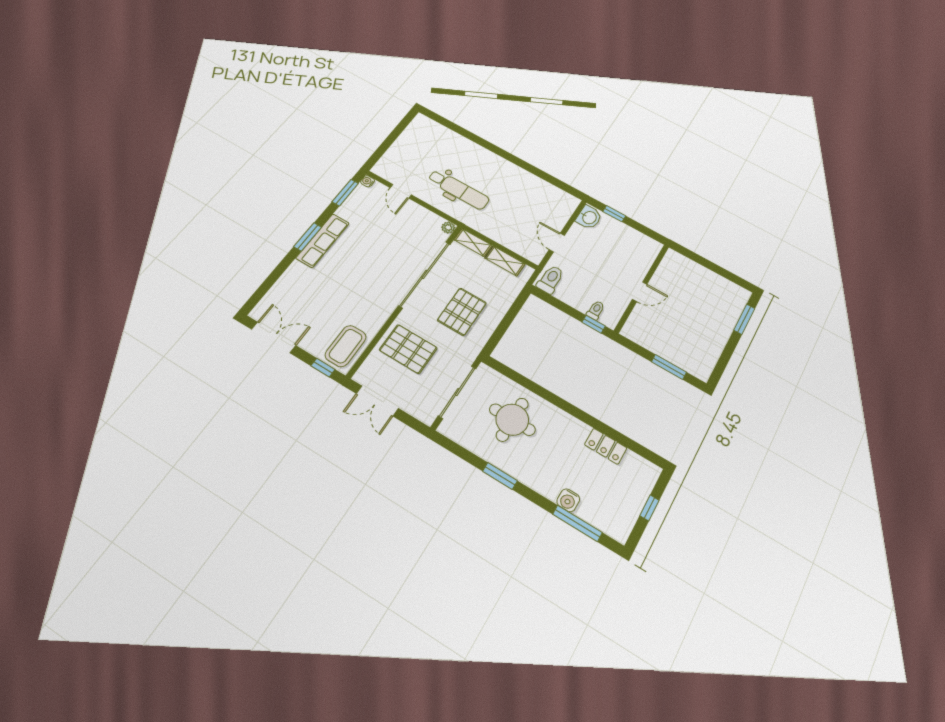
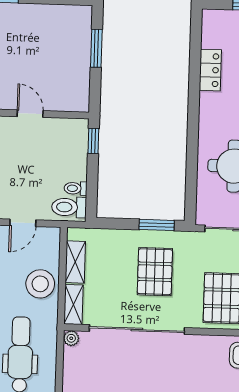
stool: (503, 229) -> (40, 284), added
toilet: (596, 310) -> (76, 188), moved
pallet: (462, 312) -> (155, 272), turned 90
window: (499, 333) -> (157, 225), added

